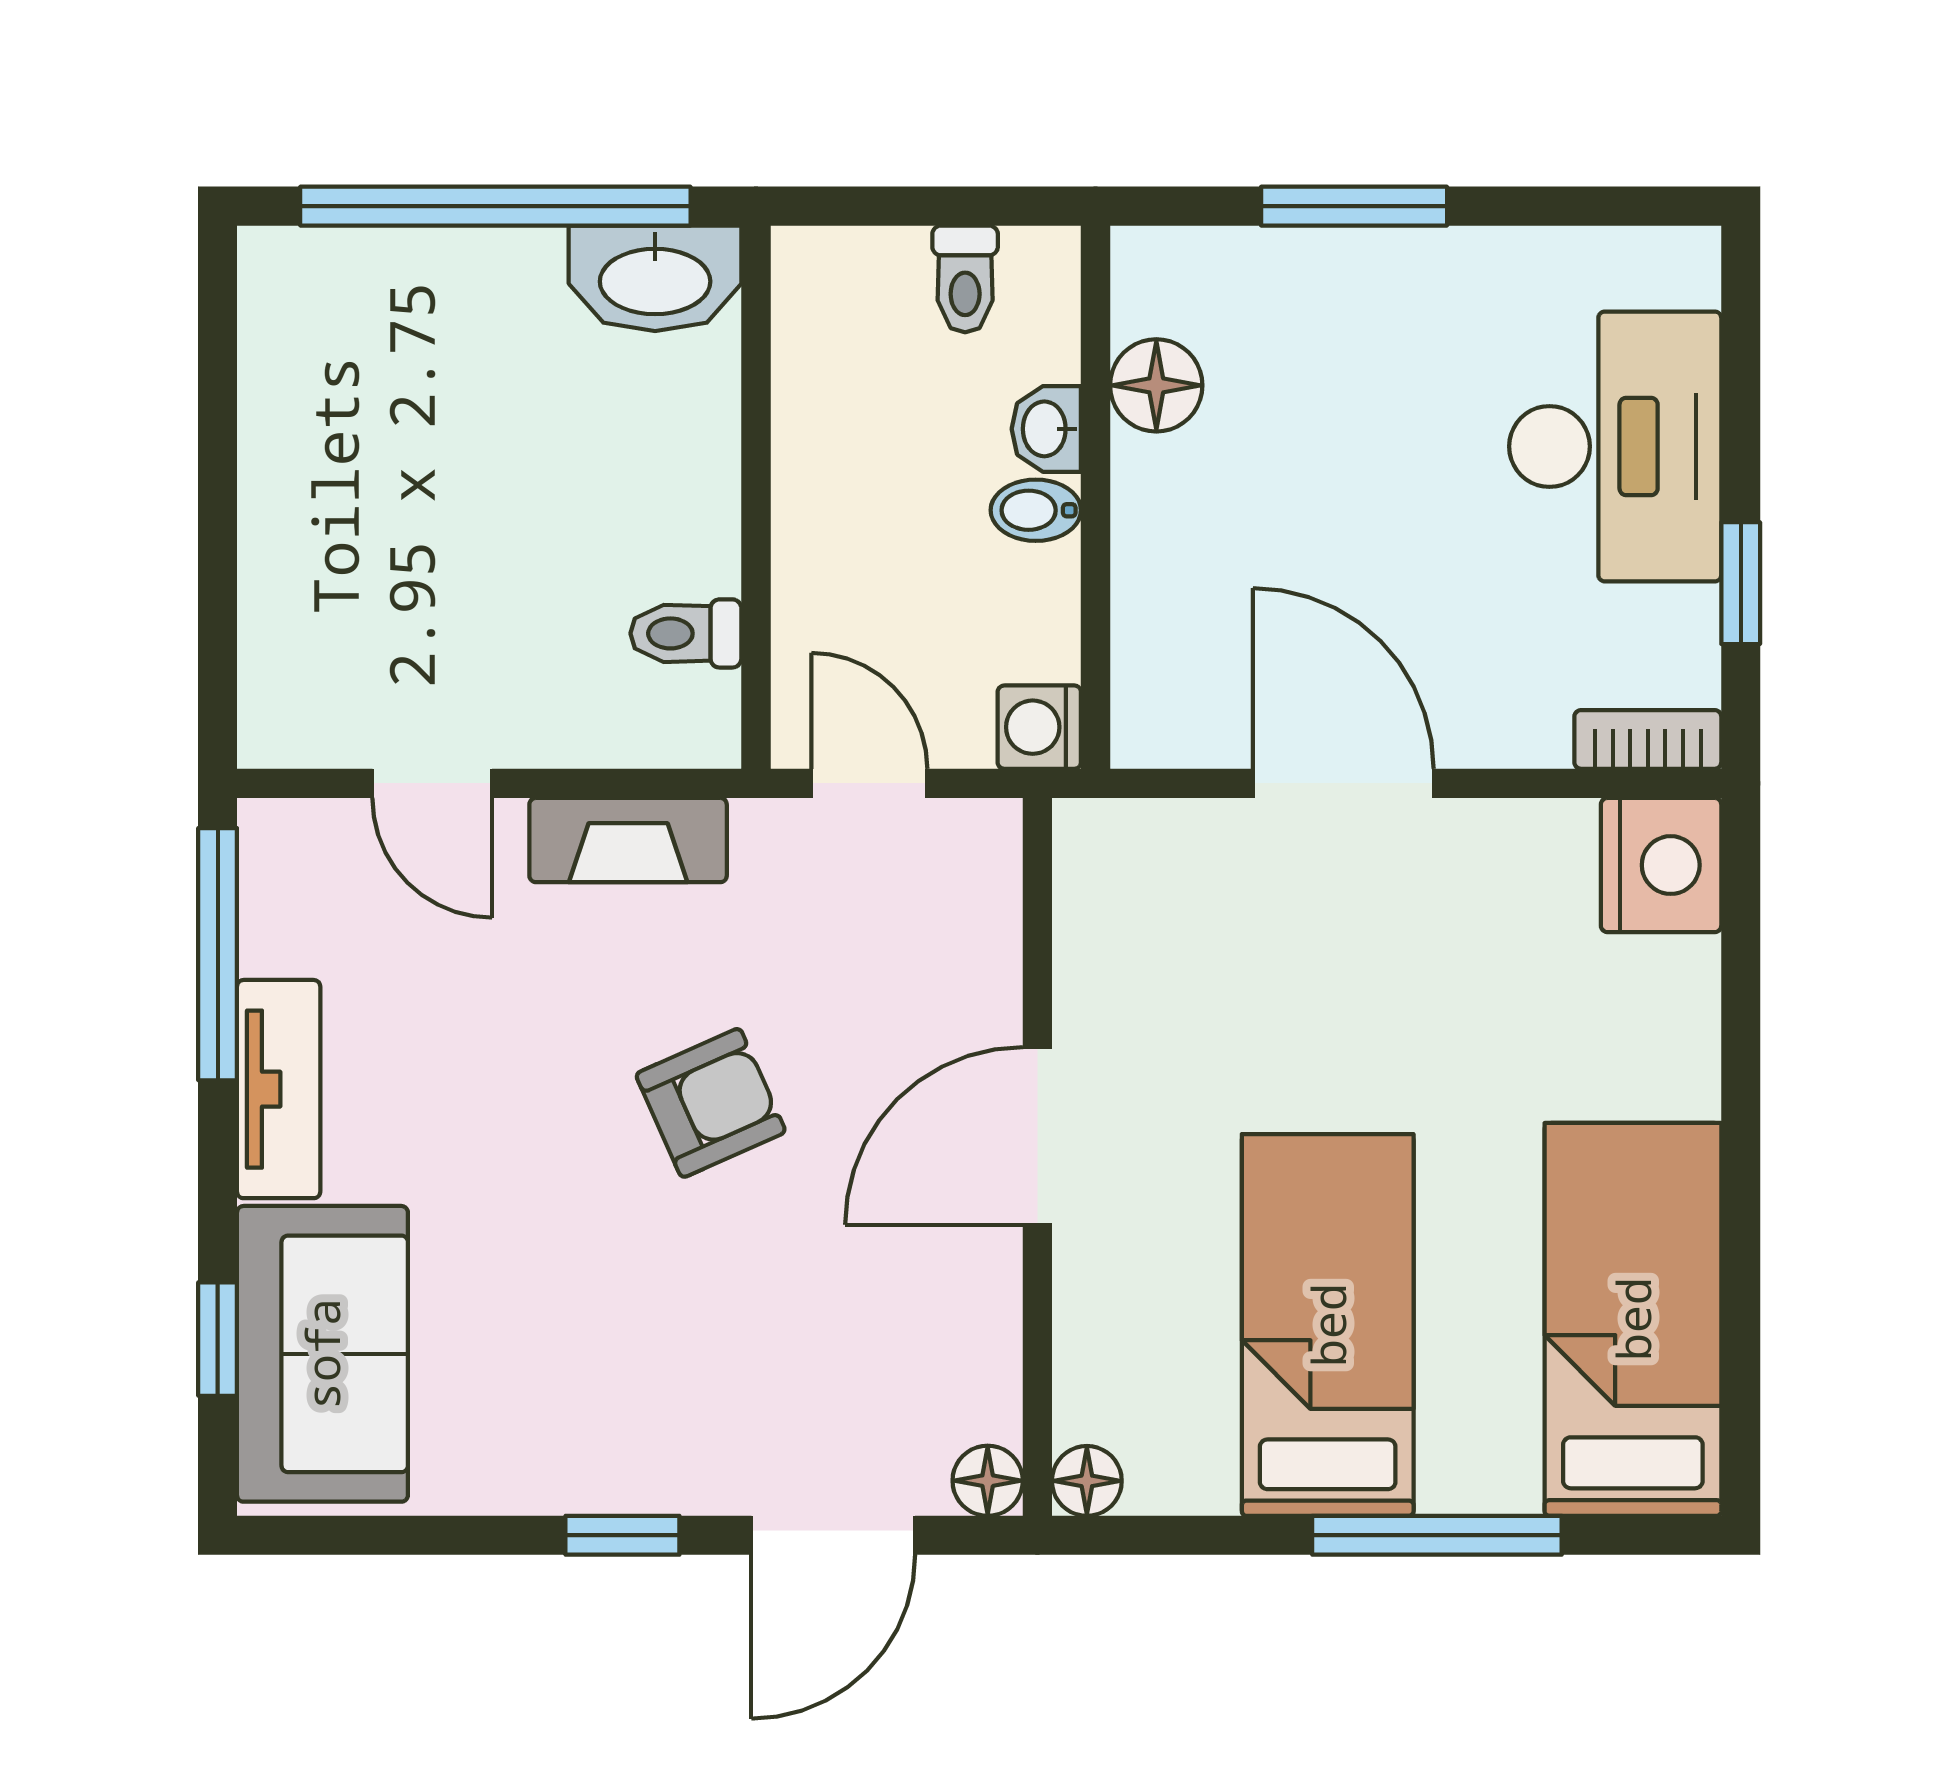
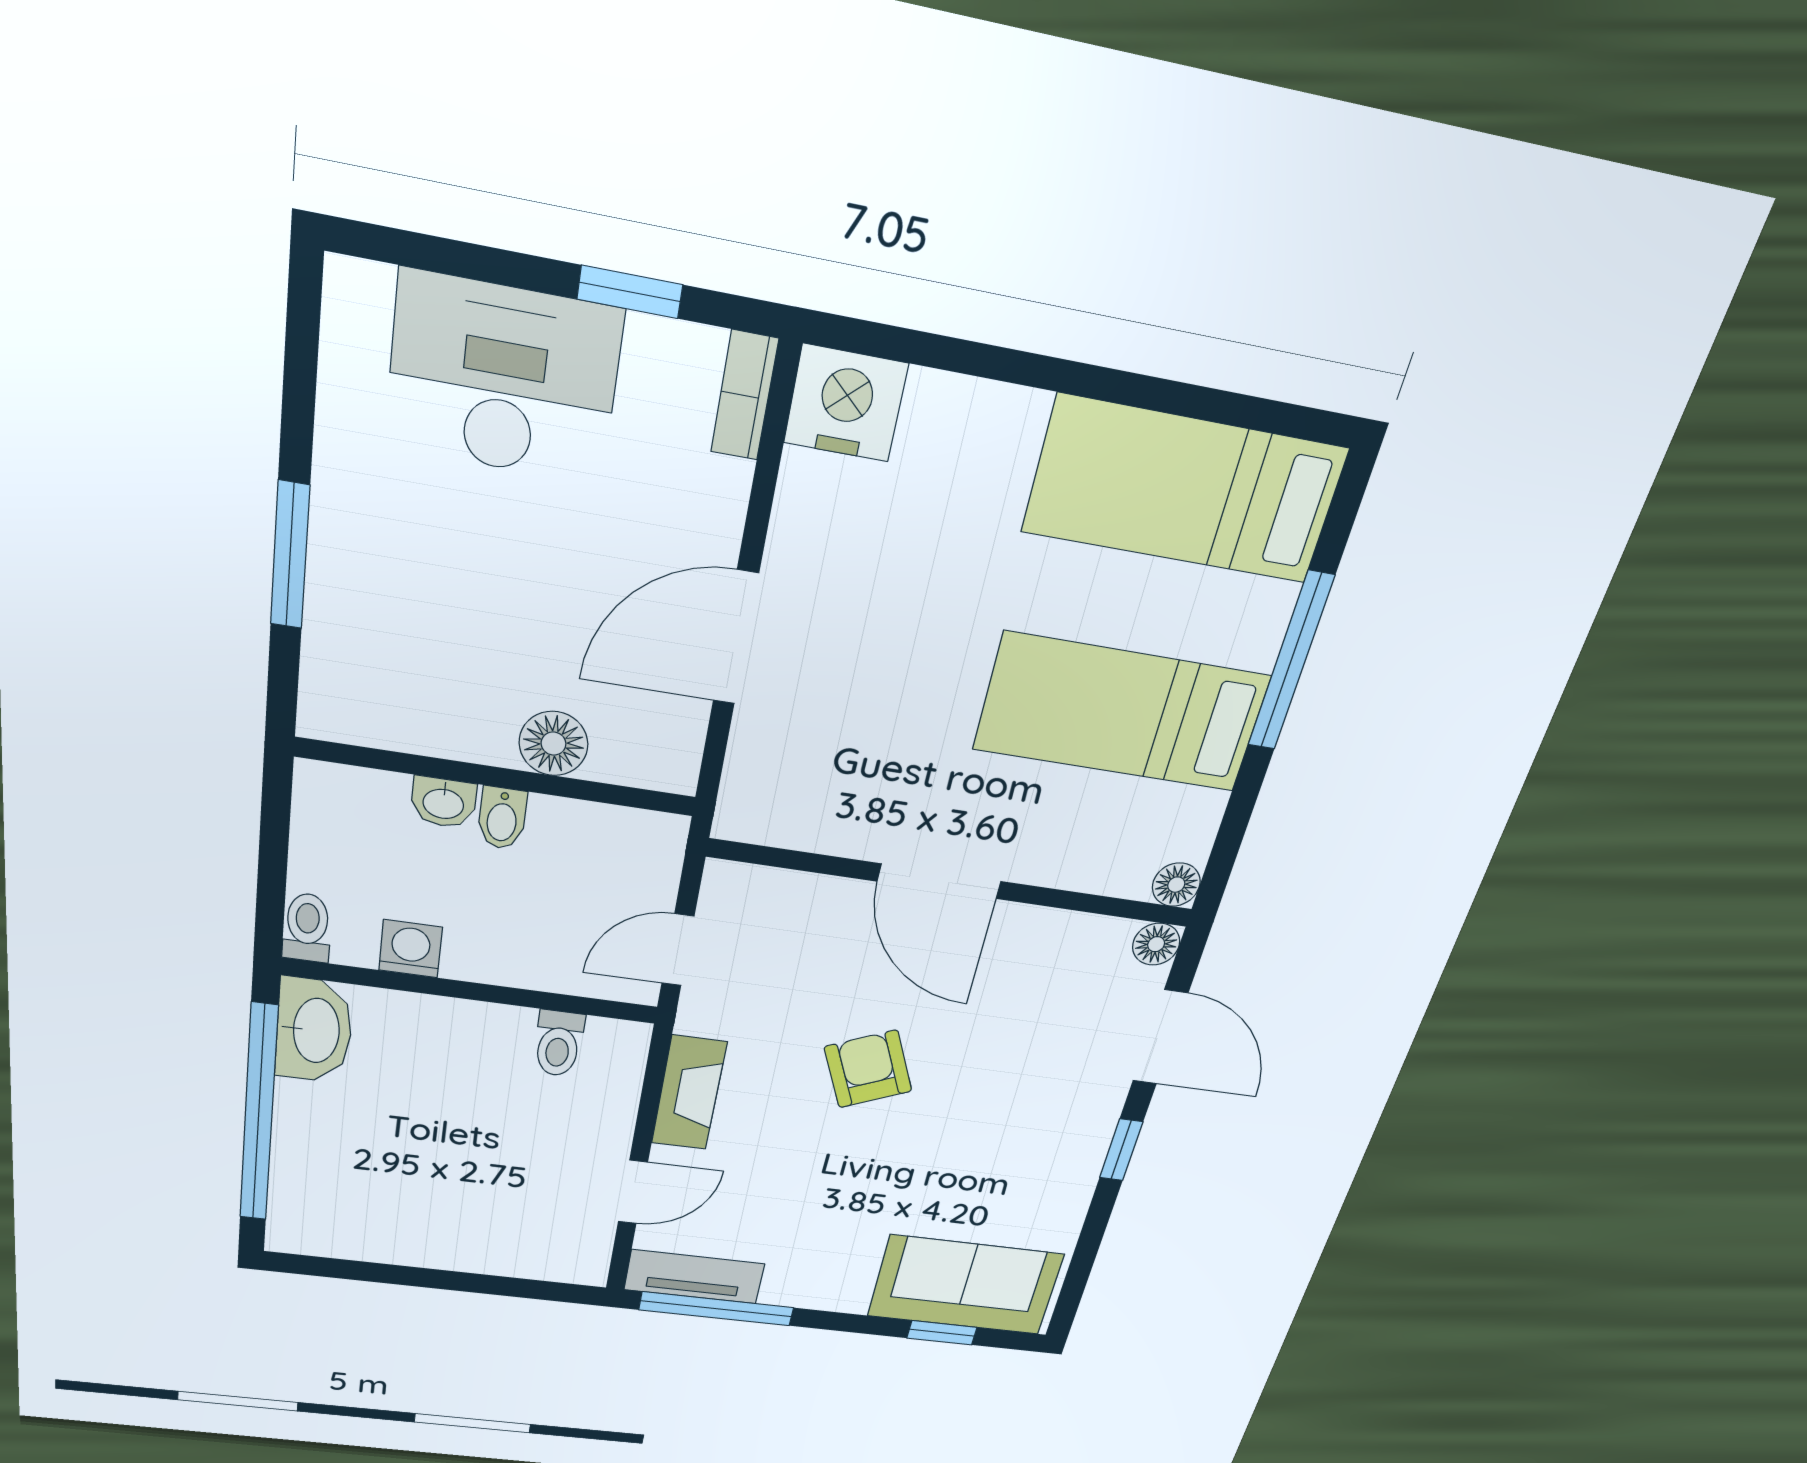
toilet: (965, 279) -> (307, 928), moved, turned -90
floor lamp: (1156, 385) -> (554, 744), moved
washing machine: (1039, 727) -> (411, 949), moved, turned 180
tv unit: (279, 1089) -> (694, 1277), moved

